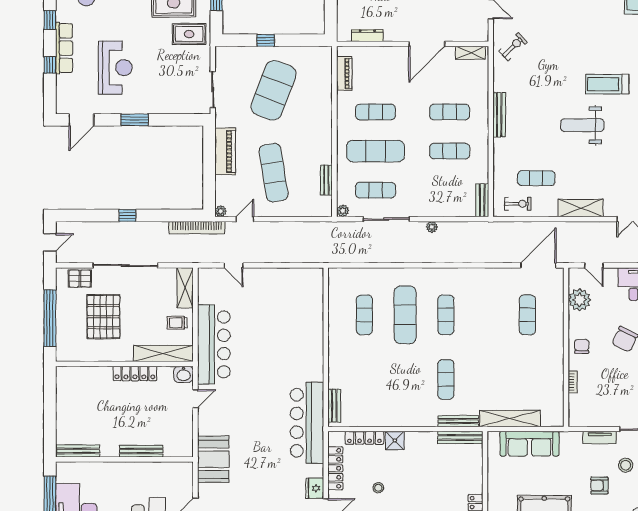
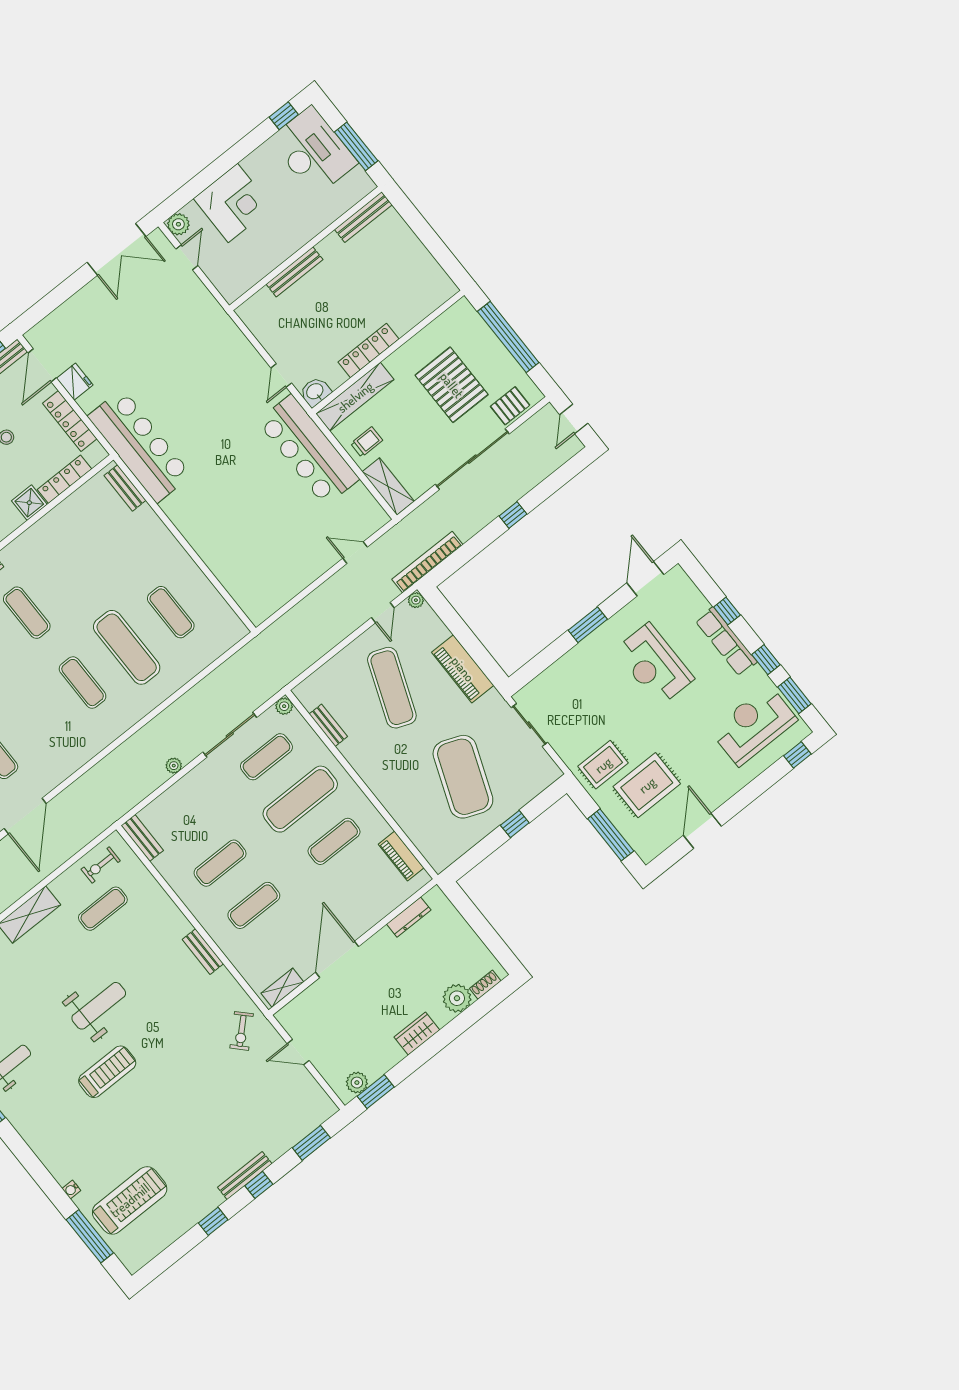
bench: (499, 115) -> (203, 952), width x0.73
exercise mat: (274, 173) -> (392, 688), turned 30
booth: (213, 459) -> (210, 325), removed

